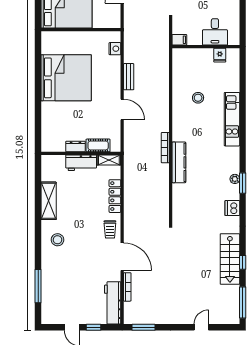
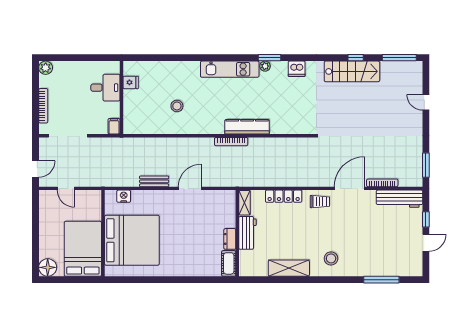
bed: (66, 78) -> (132, 240), moved, turned 90
kitchen unit: (232, 119) -> (230, 69), moved
cot: (98, 145) -> (229, 263), moved

